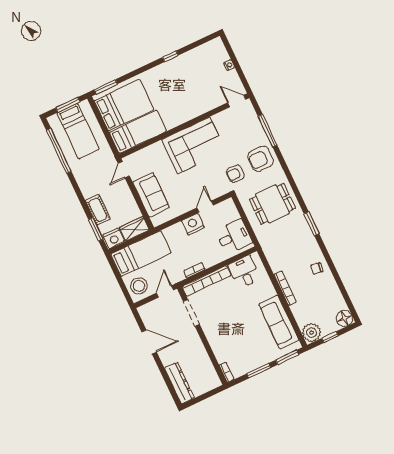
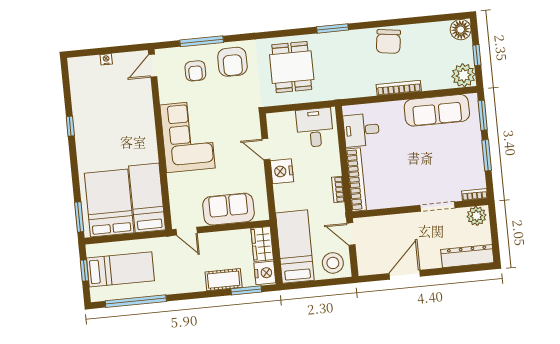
window: (68, 105) -> (84, 270), width x0.67
armchair: (235, 174) -> (195, 71), moved
chair: (317, 268) -> (388, 41), width x1.87, depth x1.87
doorway: (191, 313) -> (438, 207), moved
plant: (211, 379) -> (476, 216), added

